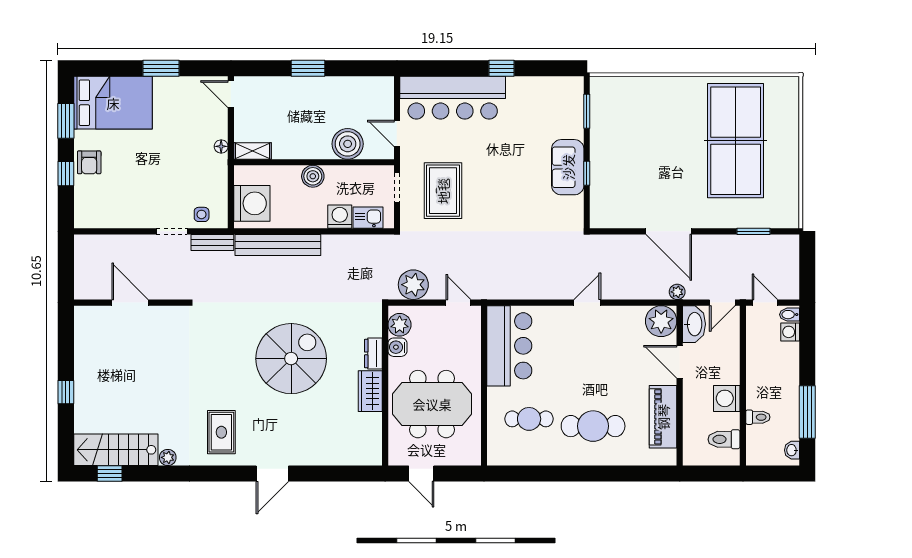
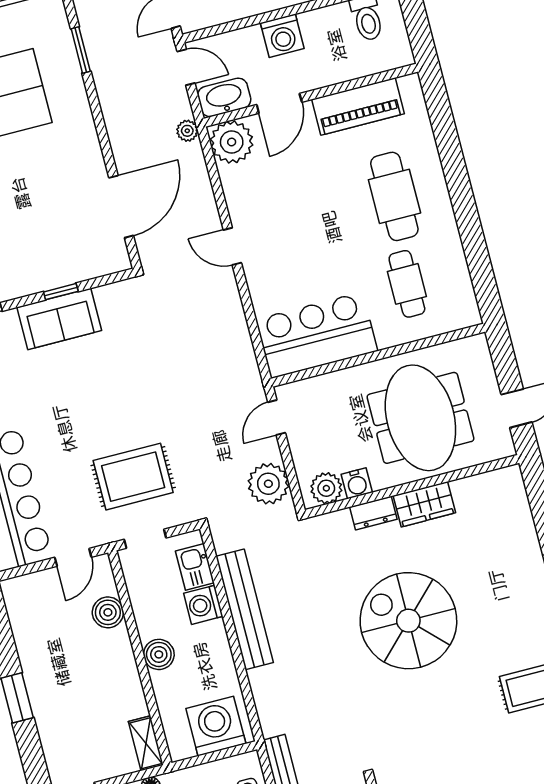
boiler: (348, 144) -> (108, 612), width x0.73, depth x0.73
door: (669, 231) -> (121, 207), moved
bench: (278, 245) -> (245, 609), moved
washing machine: (727, 398) -> (282, 36), moved

